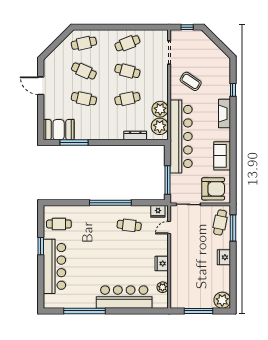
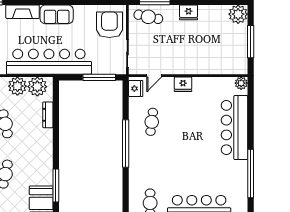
sofa: (222, 156) -> (57, 14), moved
door: (169, 228) -> (154, 76), hinge flipped
fridge: (162, 264) -> (183, 84), moved
plant: (163, 287) -> (241, 83), moved

